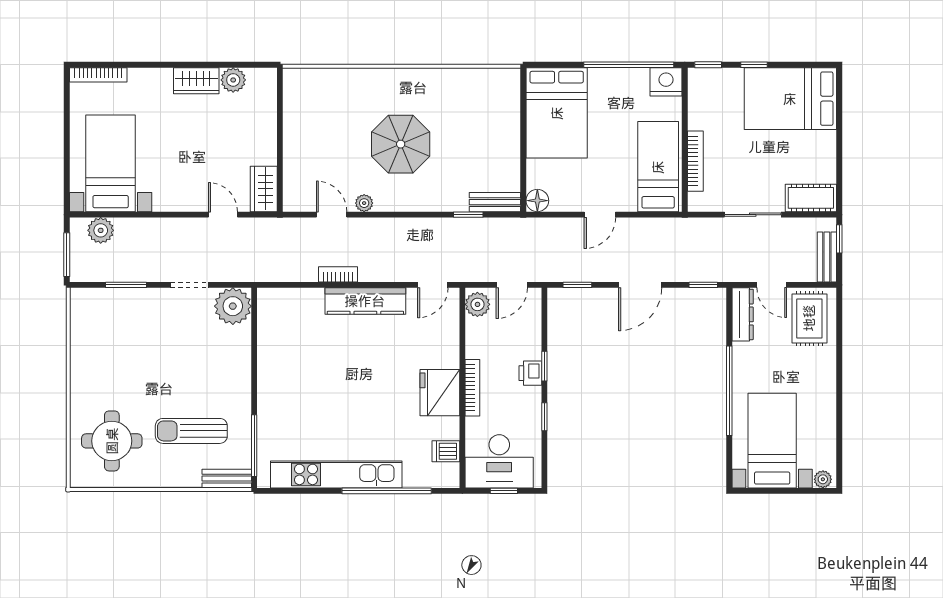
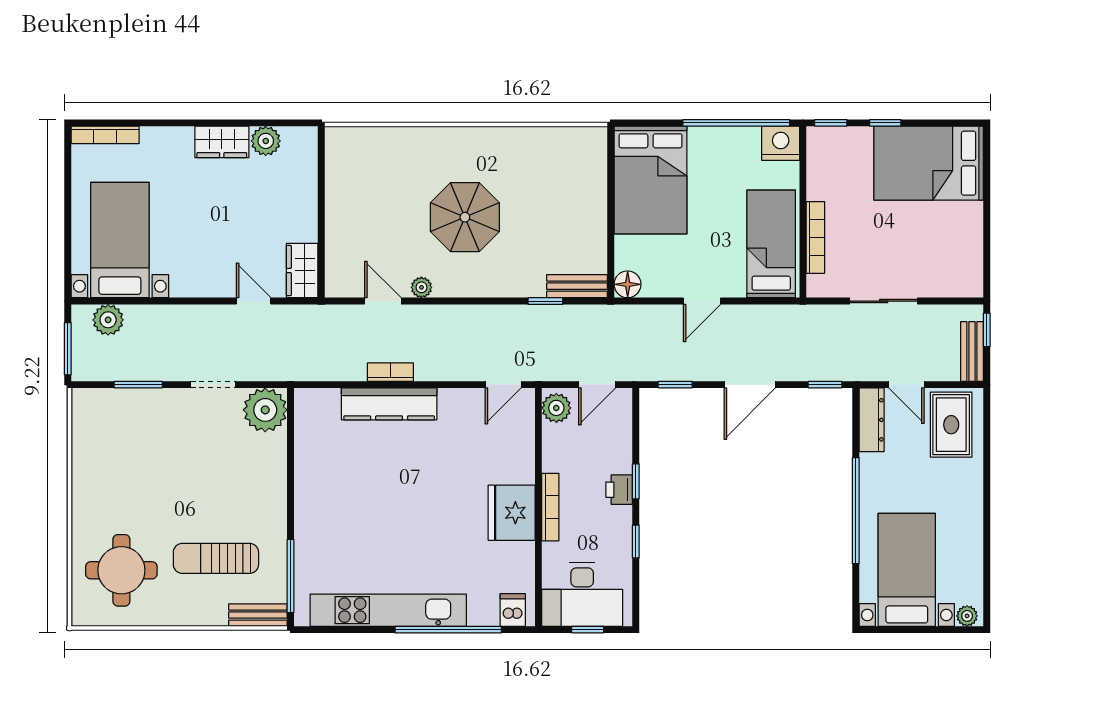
cot: (811, 198) -> (953, 281), removed
kitchen counter: (365, 301) -> (389, 404), moved
dishwasher: (446, 451) -> (513, 610), moved, turned 90

